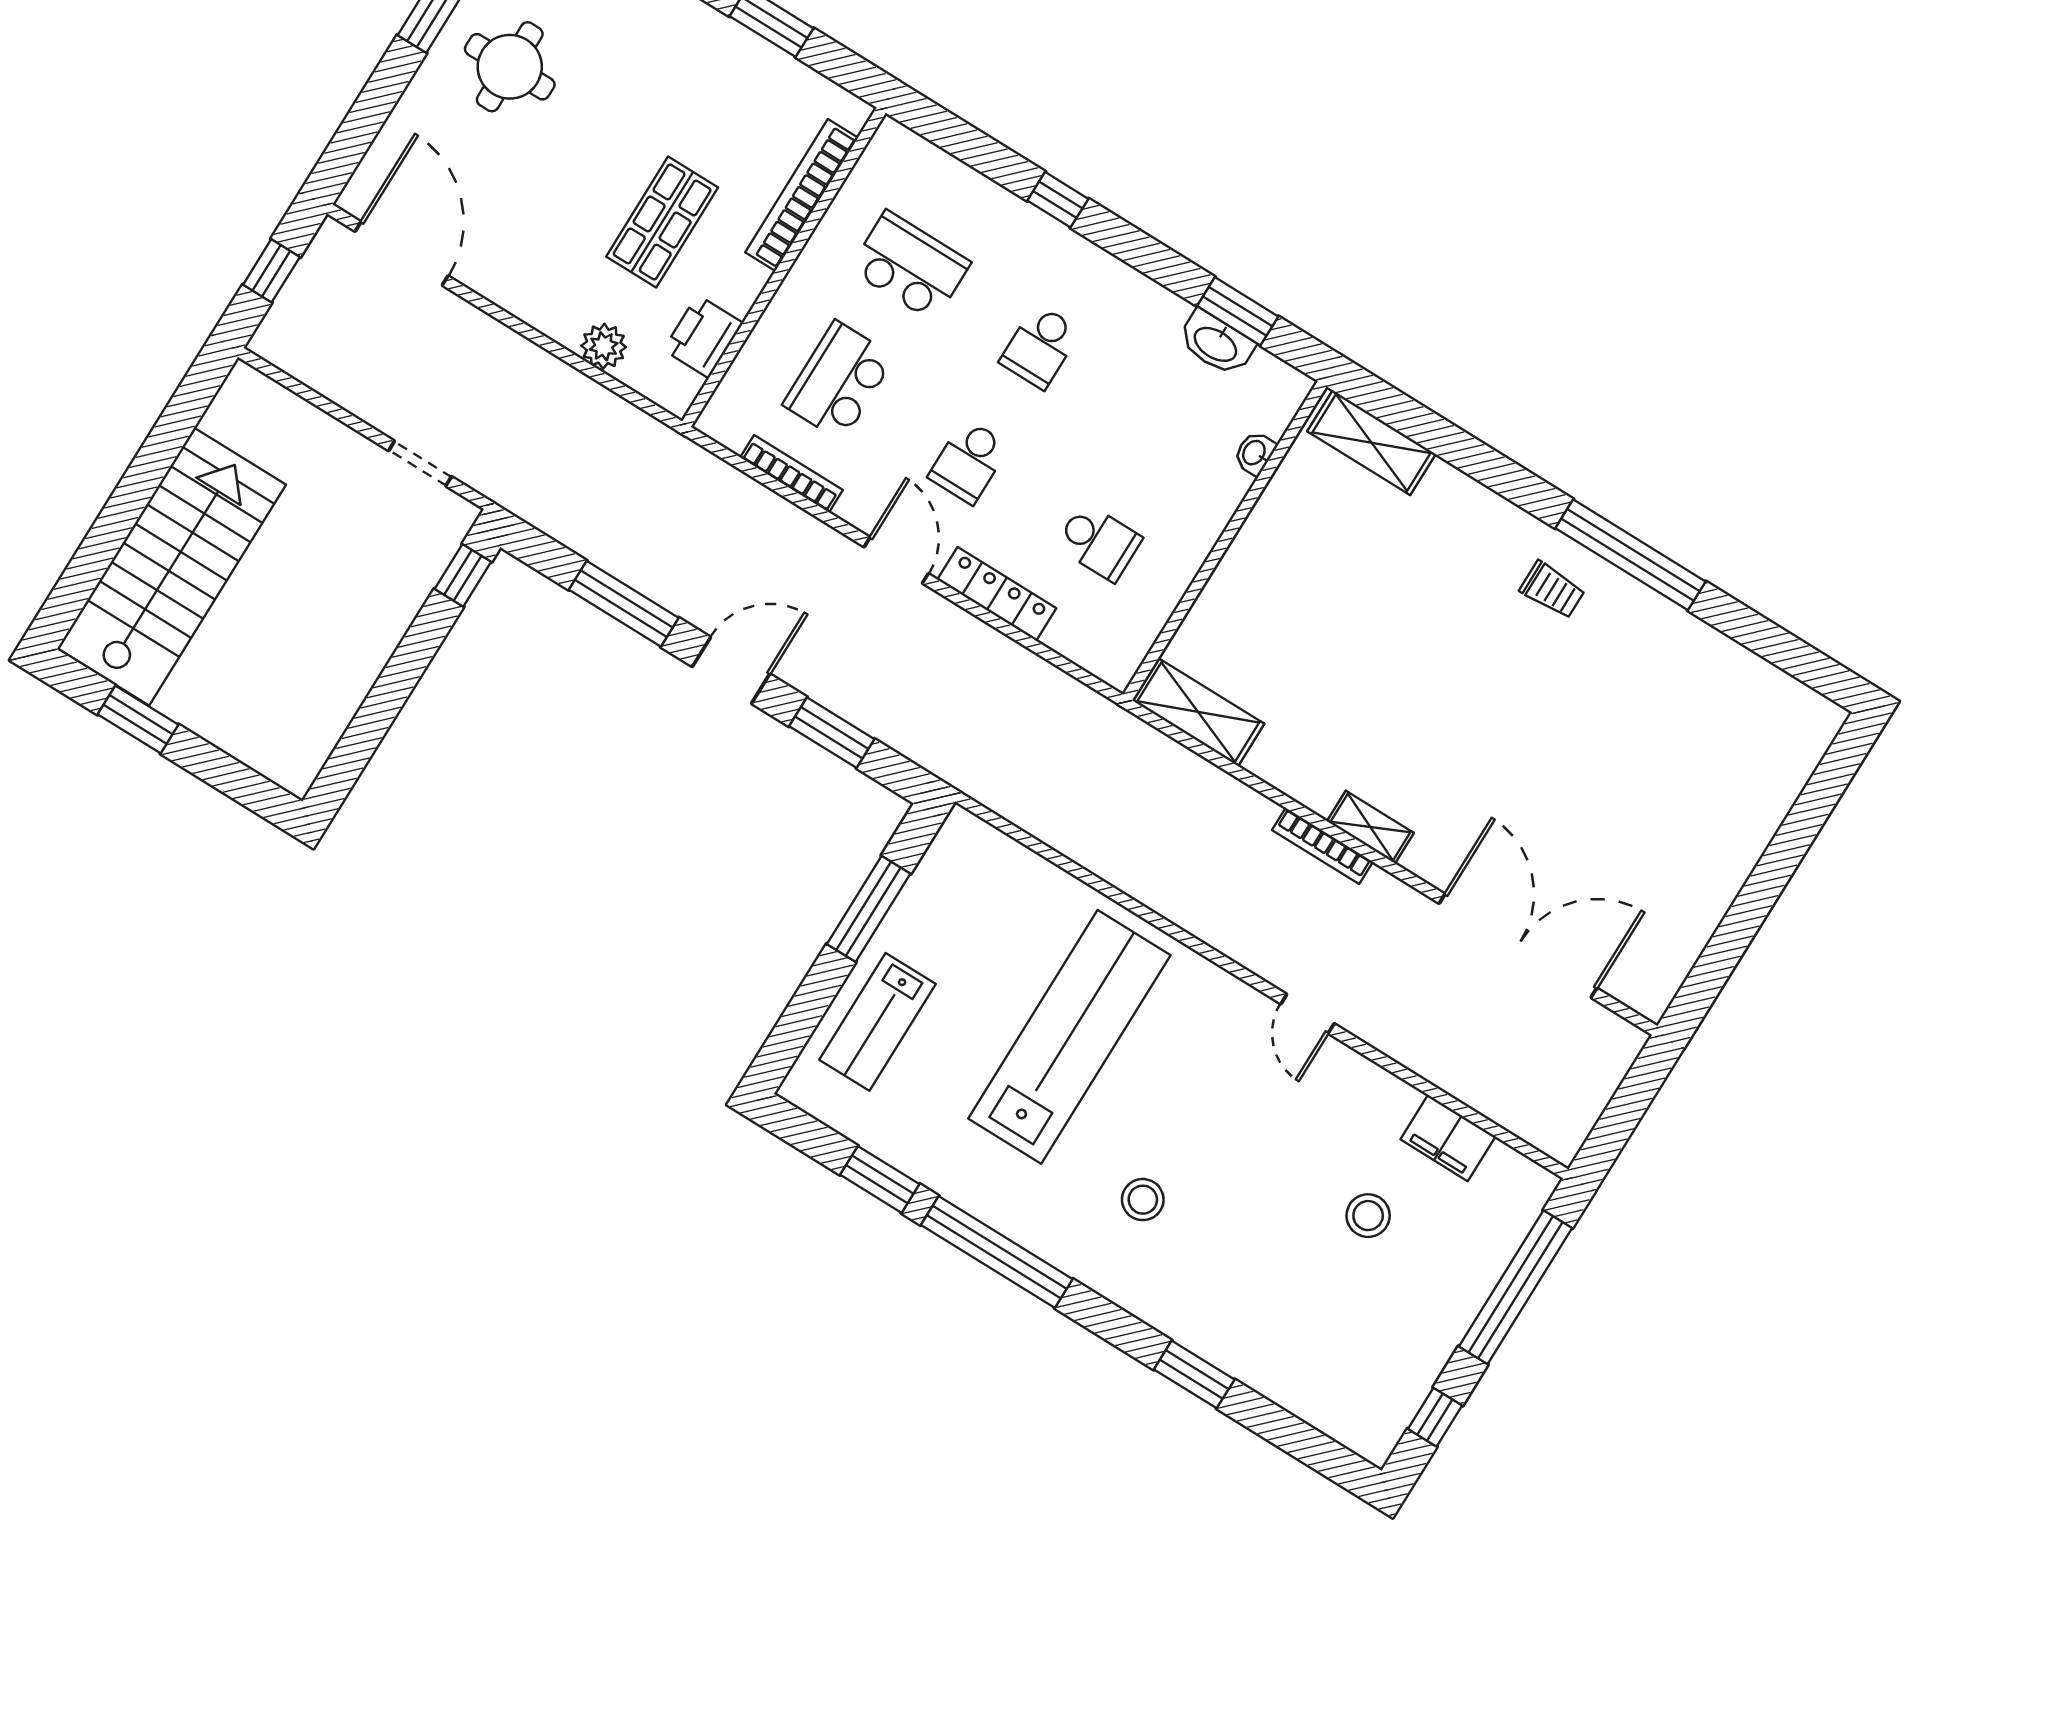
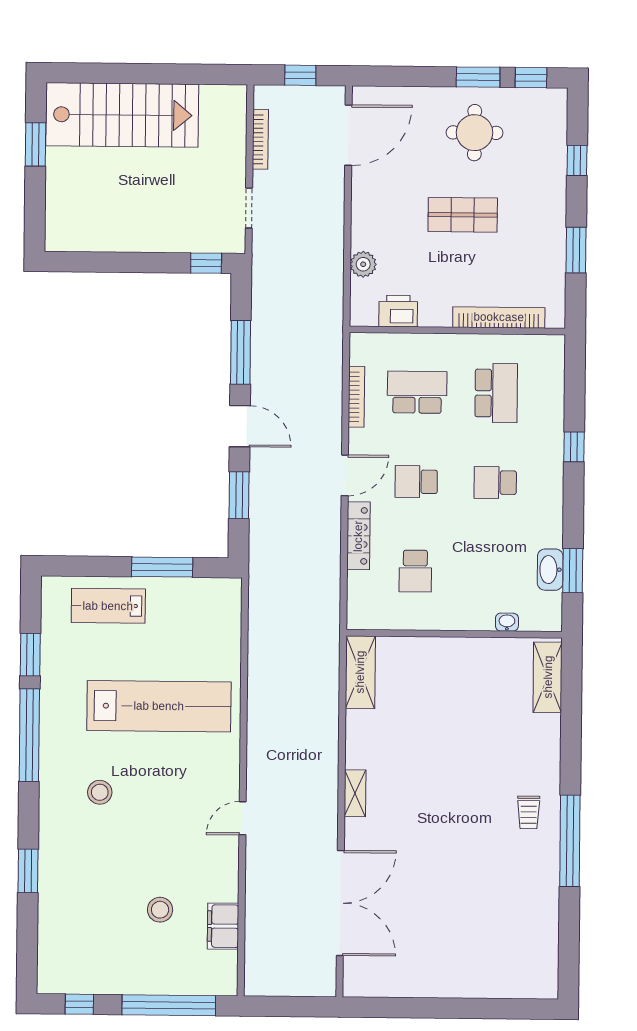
shop shelf: (662, 222) -> (463, 215), moved
bookcase: (1322, 846) -> (260, 139), moved, turned 180

